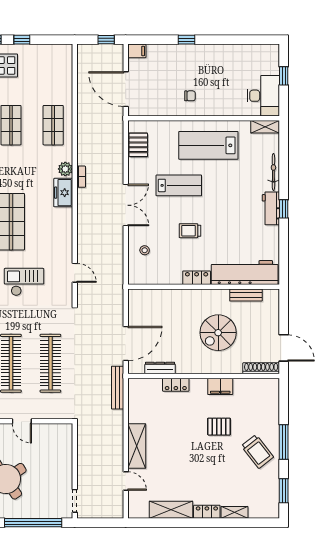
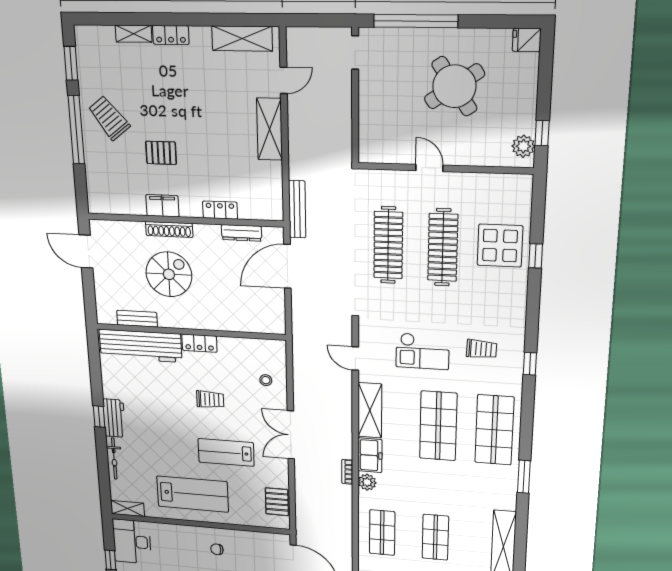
shelving: (63, 231) -> (370, 410), added
shoe rack: (261, 368) -> (169, 229), moved
window: (284, 442) -> (76, 130), width x1.46
door: (126, 481) -> (284, 80), swing flipped
shelving: (171, 510) -> (242, 39), moved

